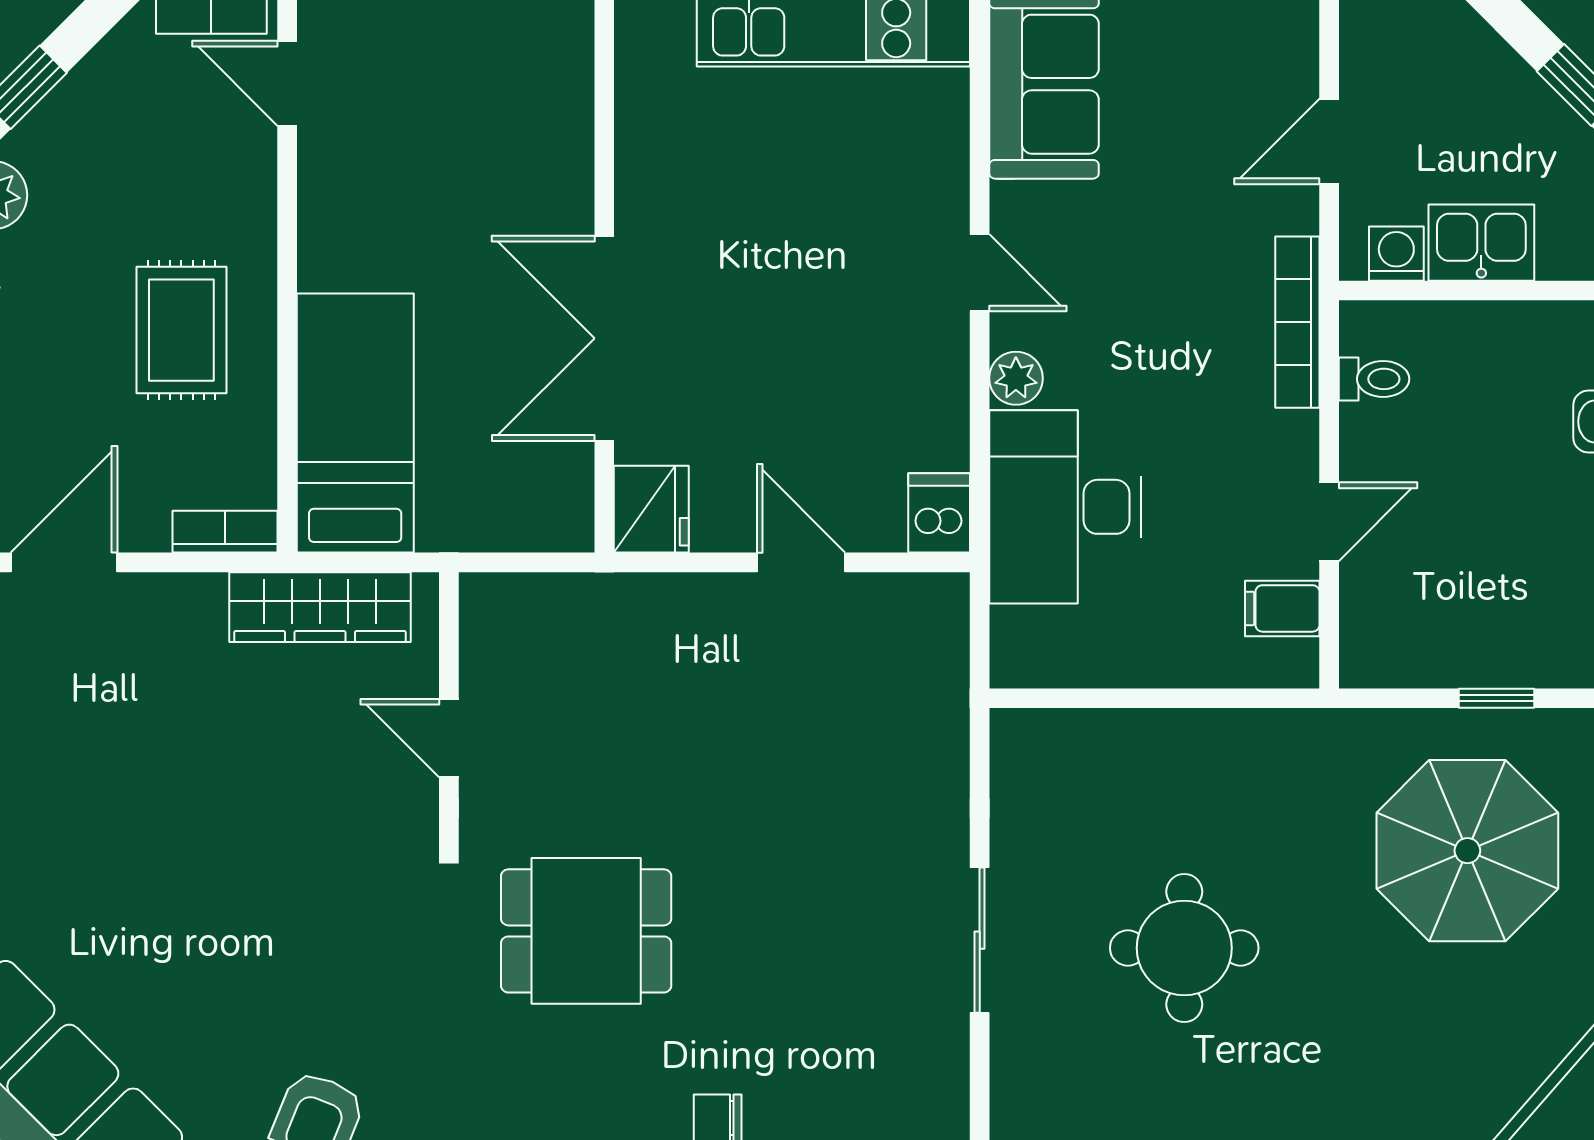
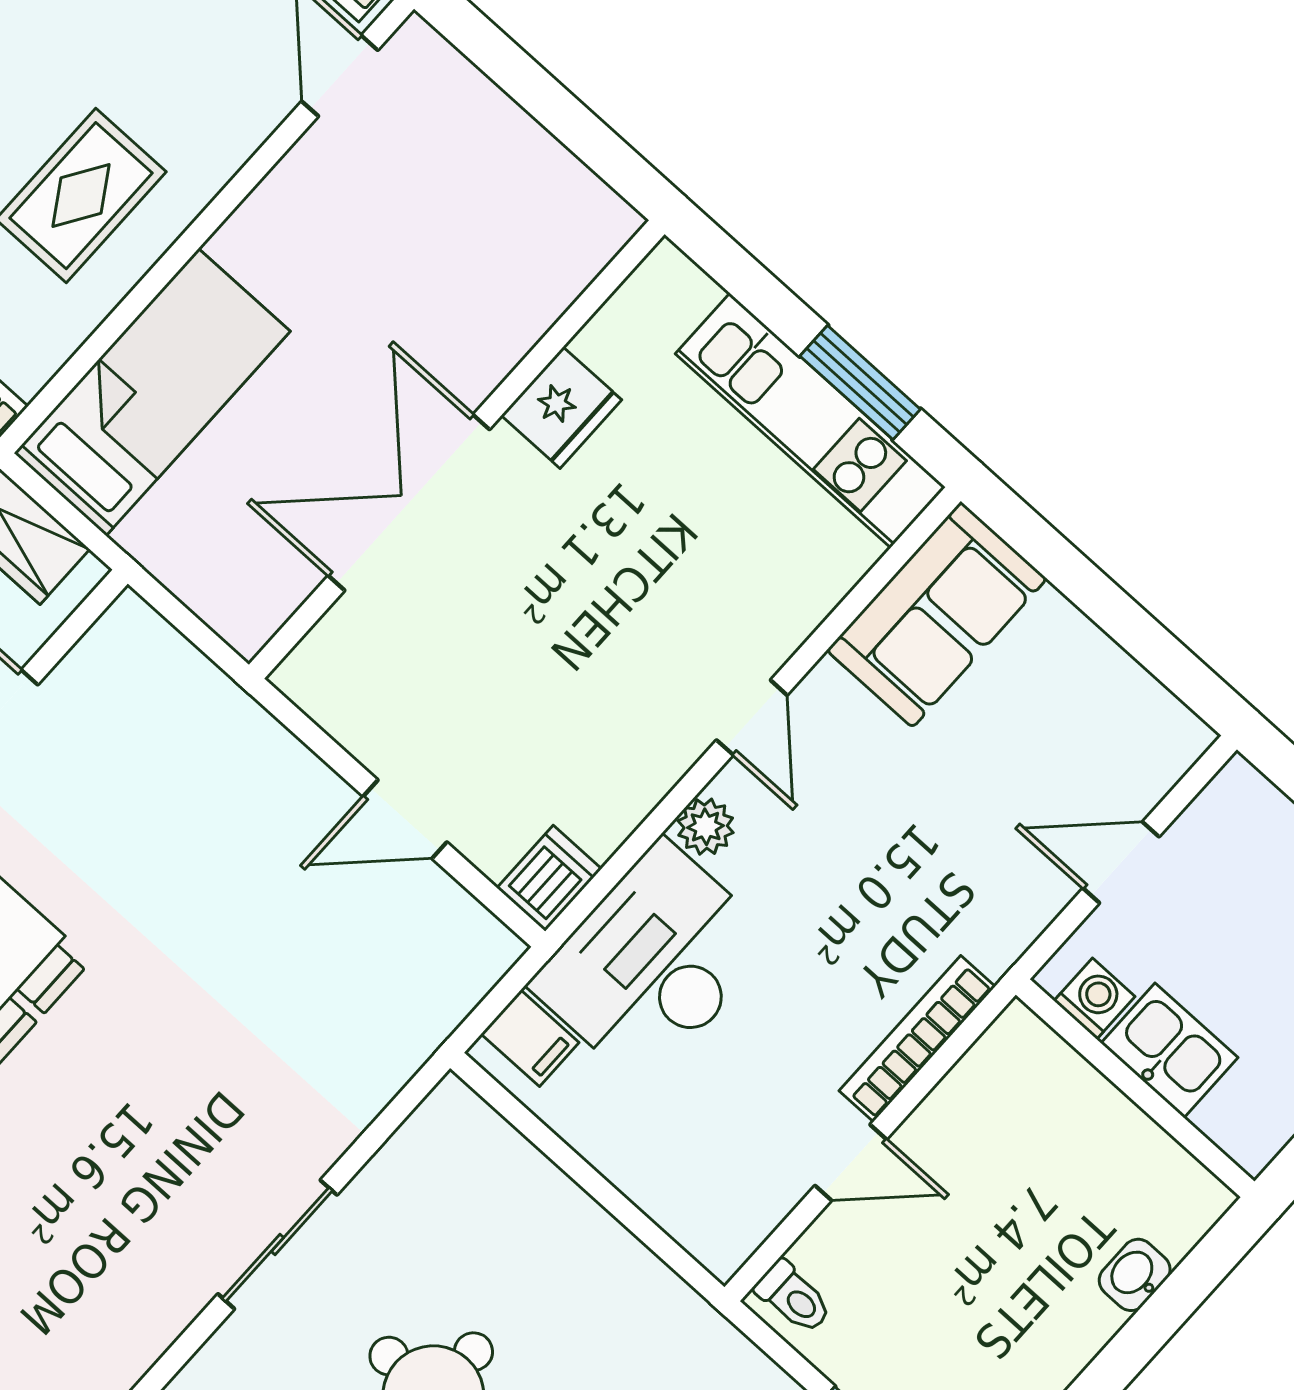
bookcase: (1297, 322) -> (917, 1039), moved
toilet: (1374, 379) -> (794, 1297), moved
fridge: (651, 509) -> (562, 408), moved
door: (801, 562) -> (405, 819), swing flipped
filing cabinet: (1282, 608) -> (530, 1038), moved, turned 180

